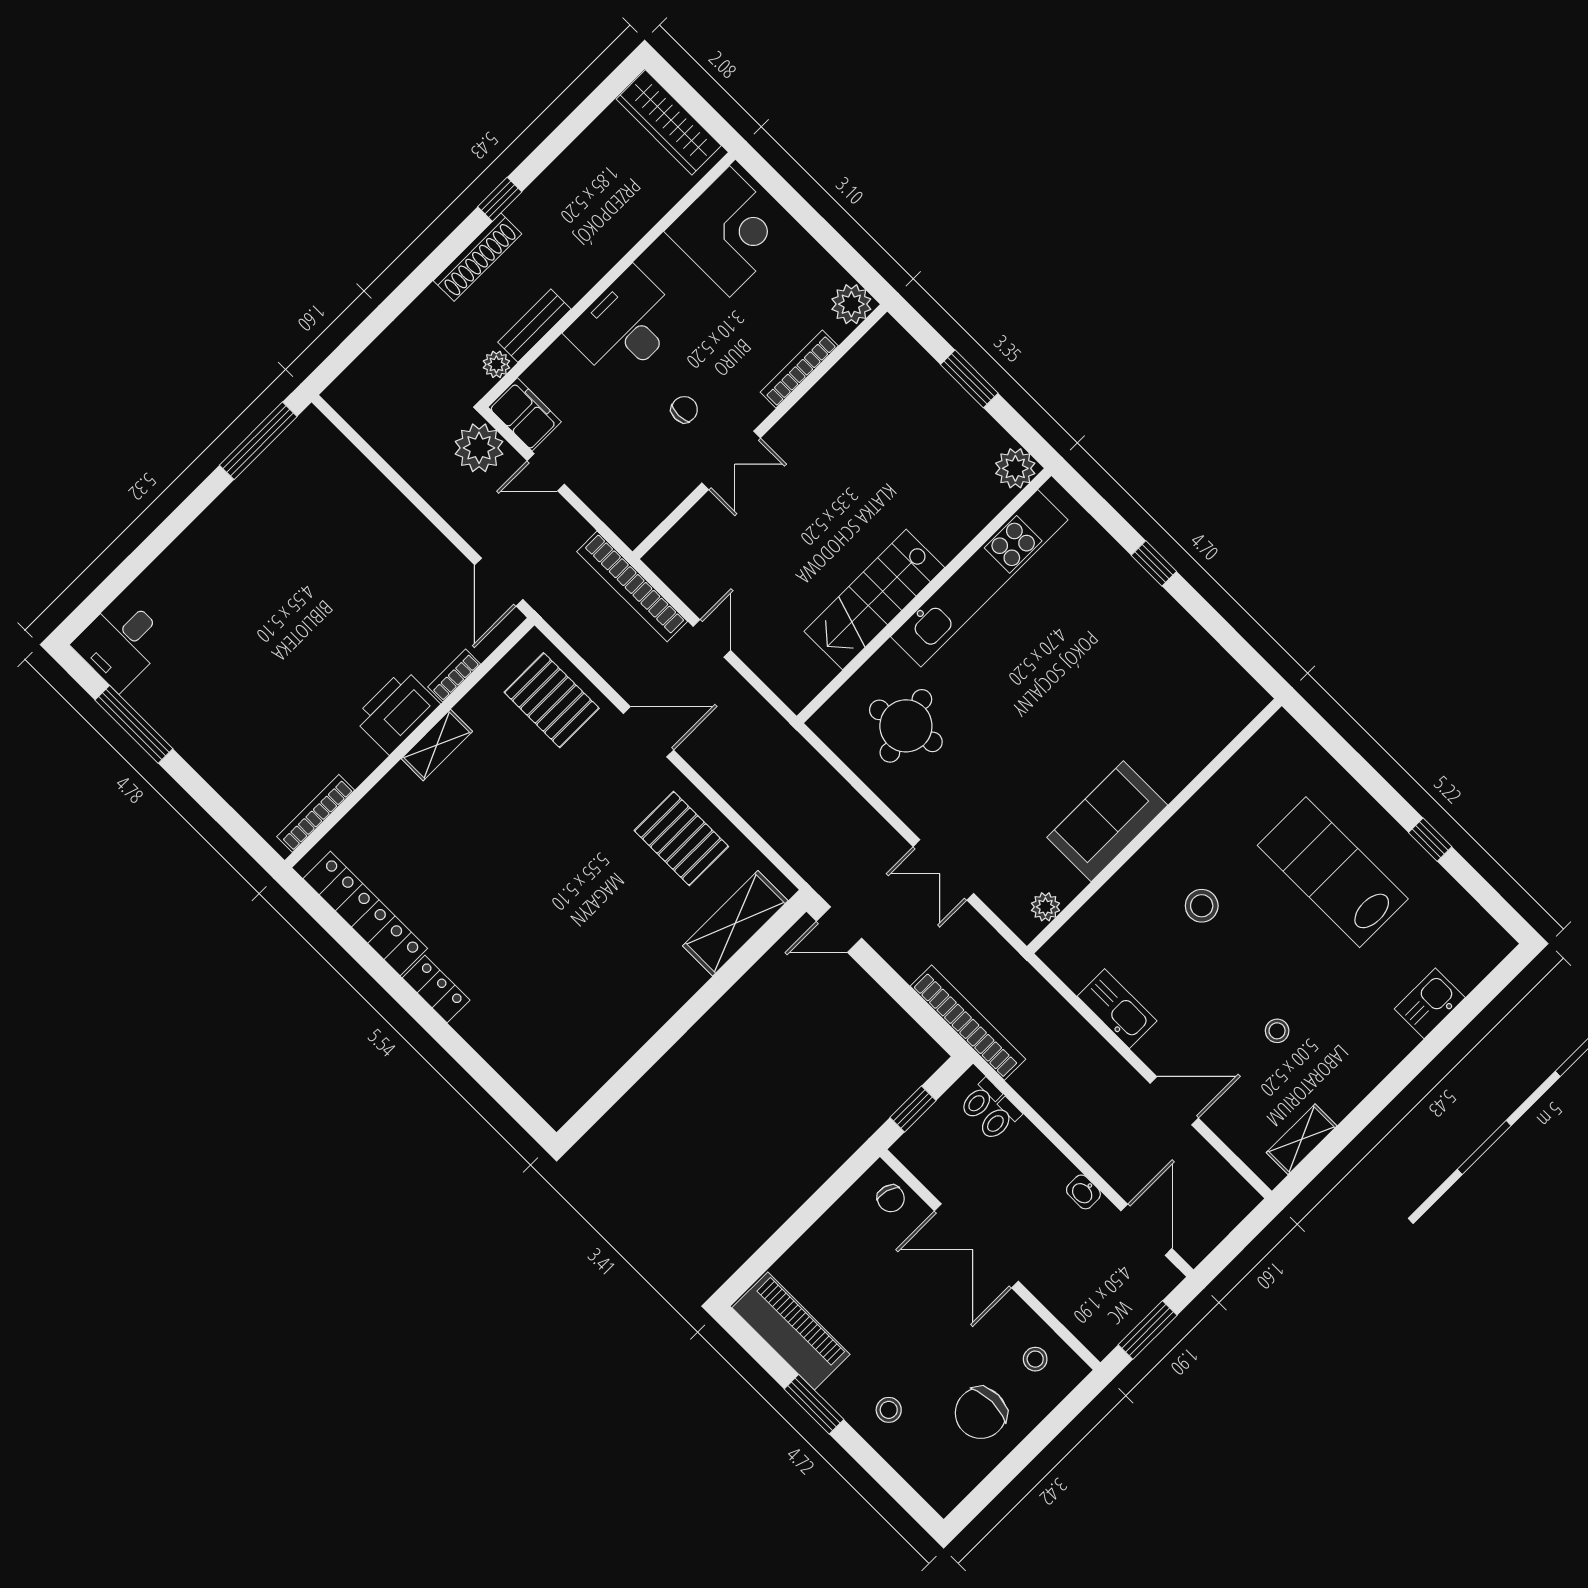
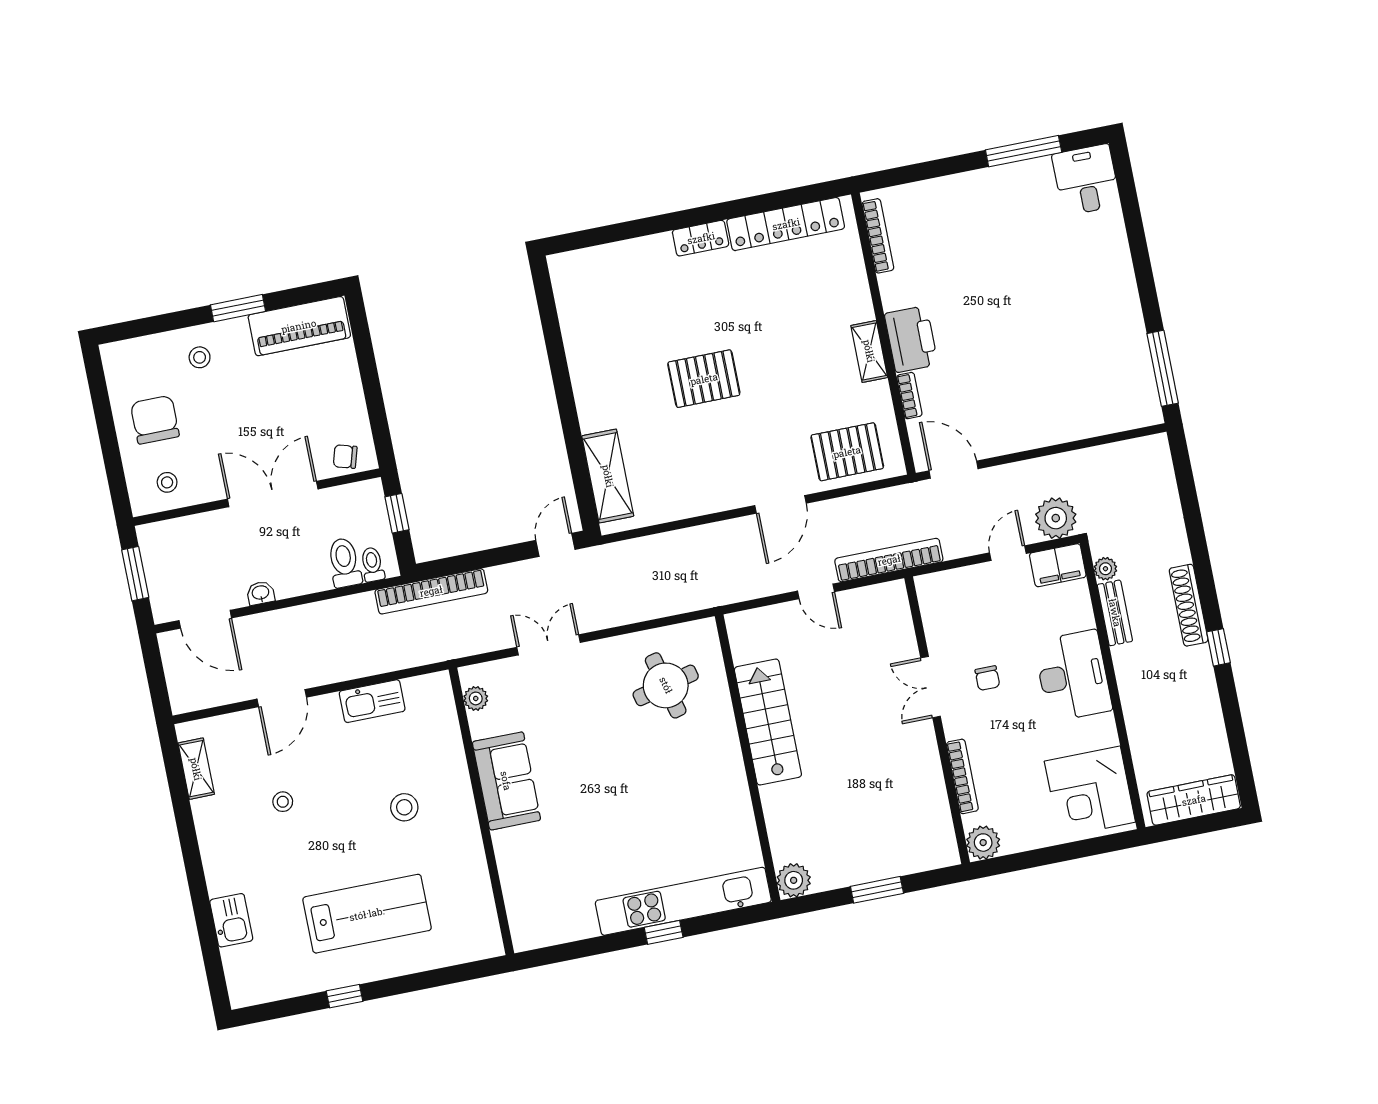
kitchen unit: (979, 578) -> (683, 901), moved, turned 90
pallet: (681, 838) -> (704, 379), moved
toilet: (1000, 1119) -> (344, 563), width x1.37, depth x1.39

